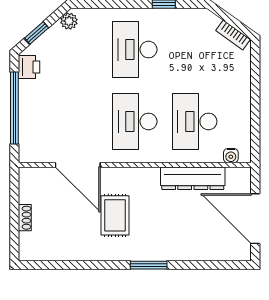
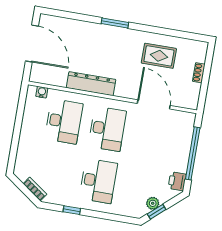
plant: (69, 21) -> (153, 203), moved
window: (37, 33) -> (157, 212), moved
bookcase: (233, 35) -> (35, 189), moved
dresser: (193, 178) -> (91, 84), moved
rug: (115, 215) -> (159, 56), moved, turned 90

